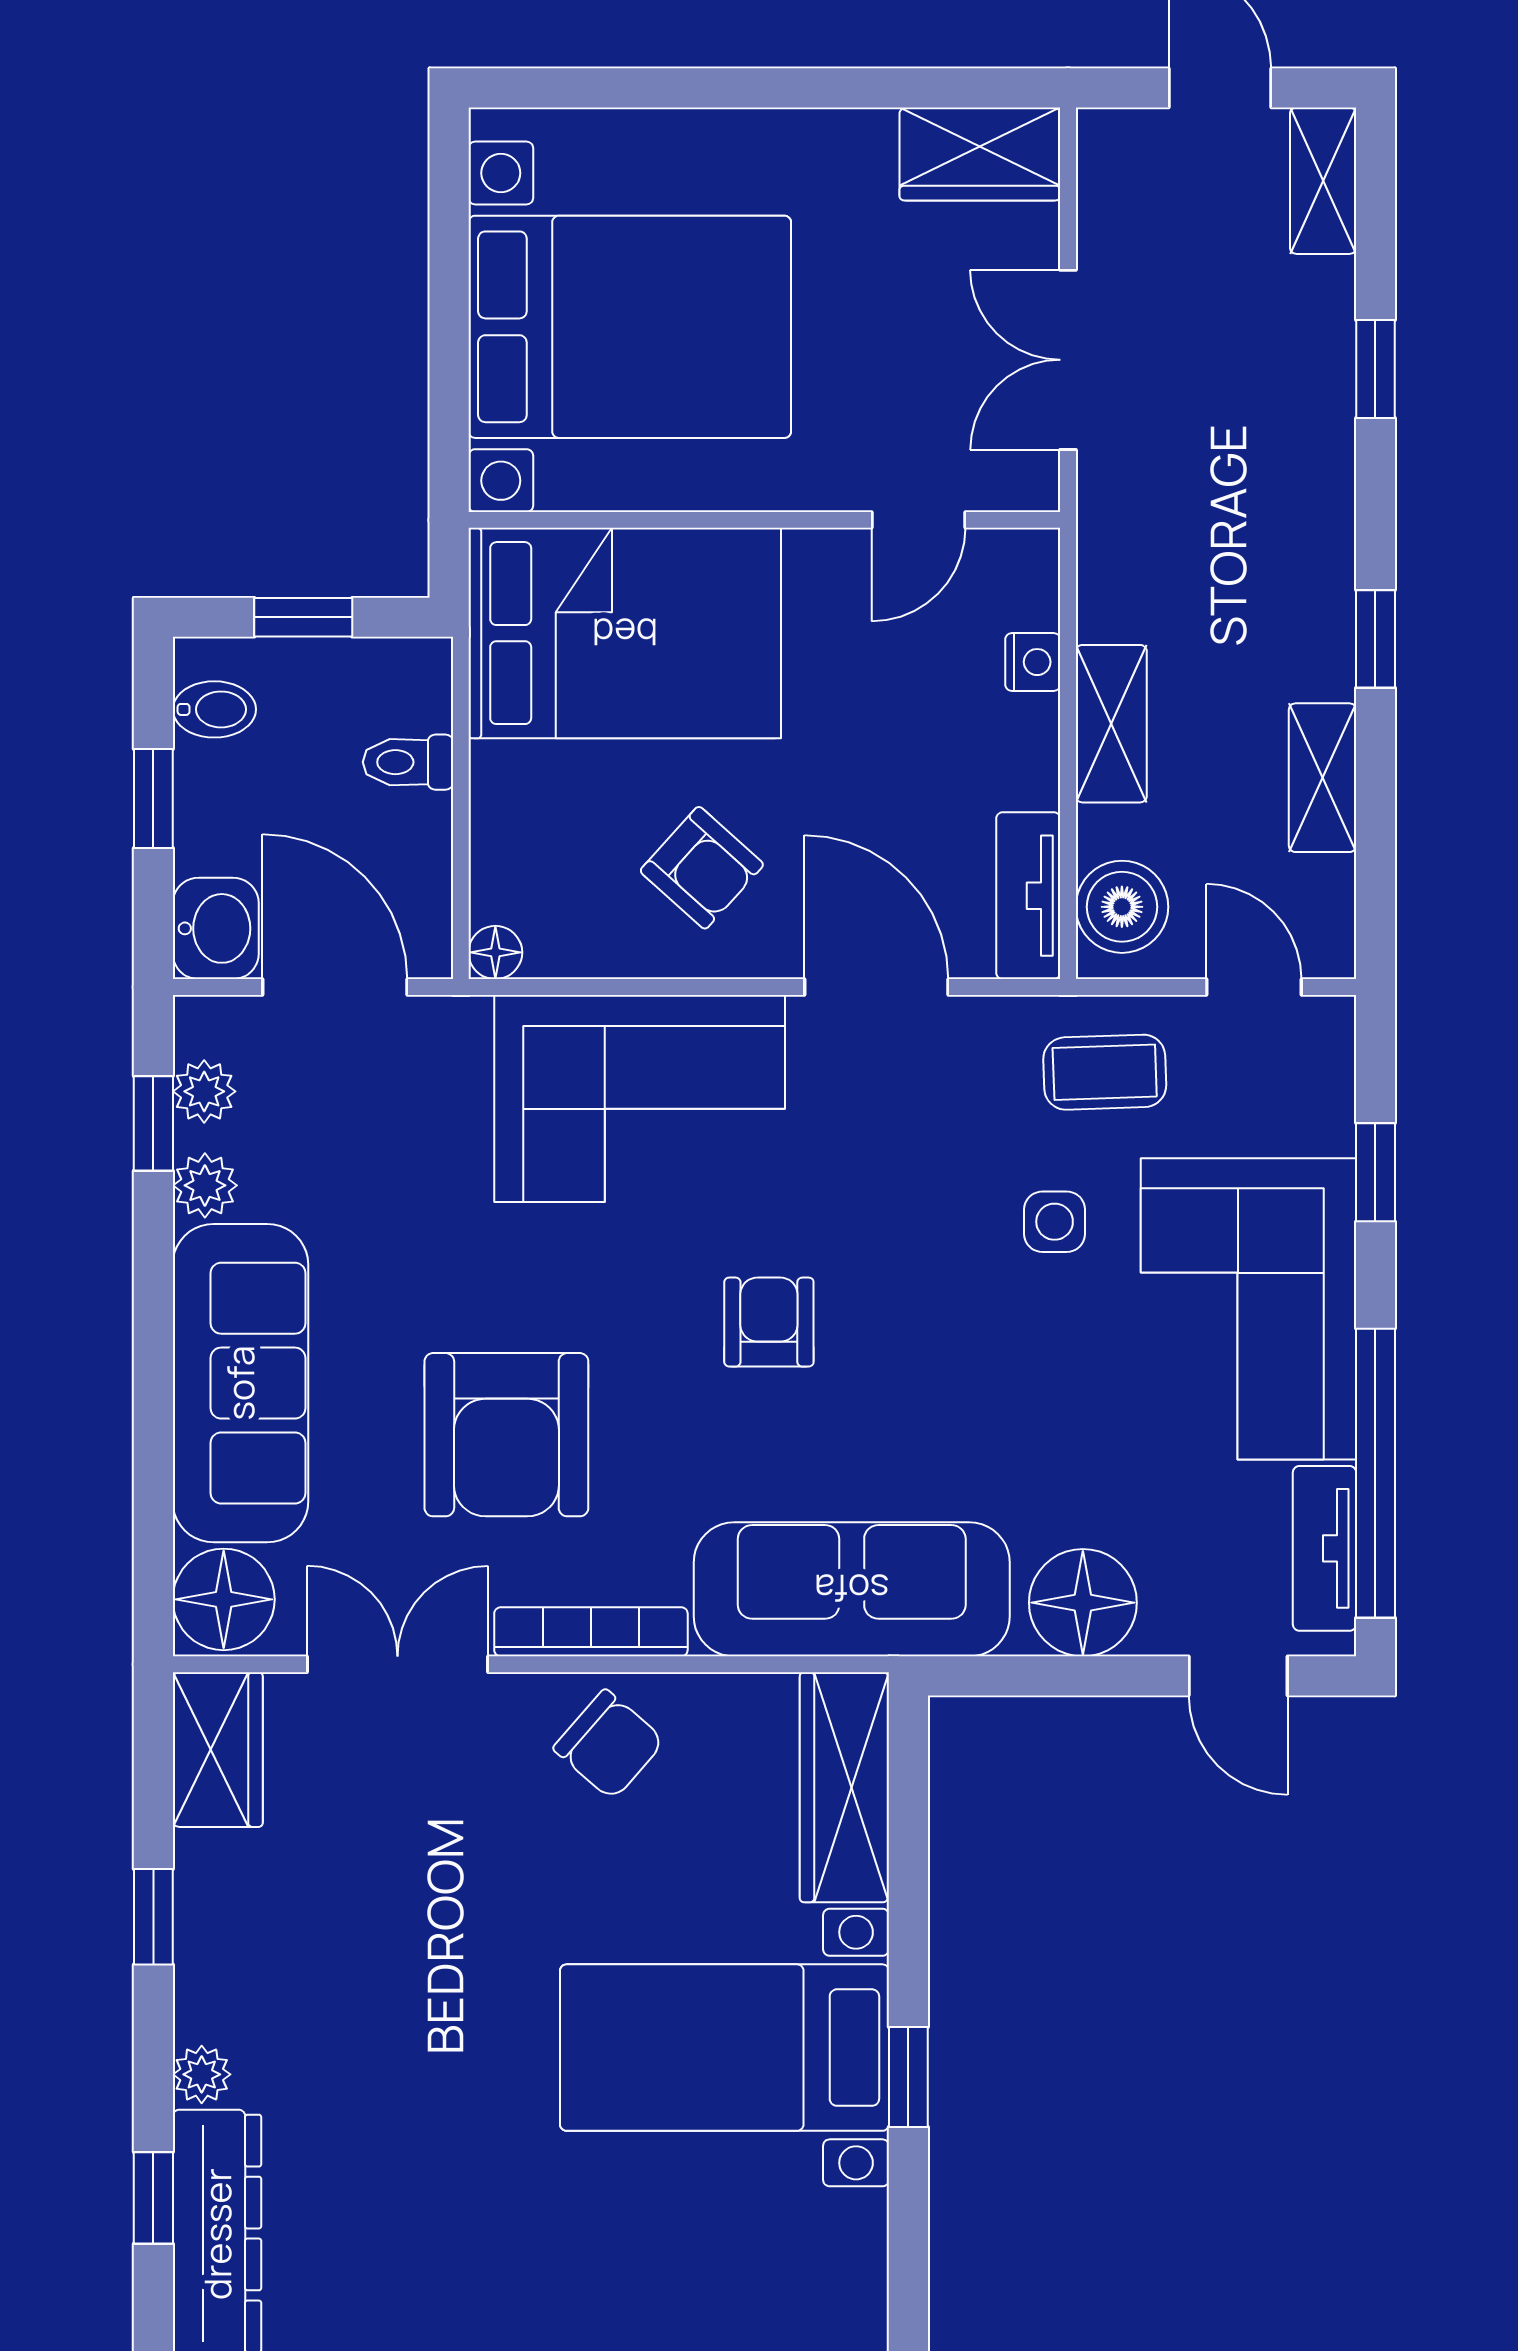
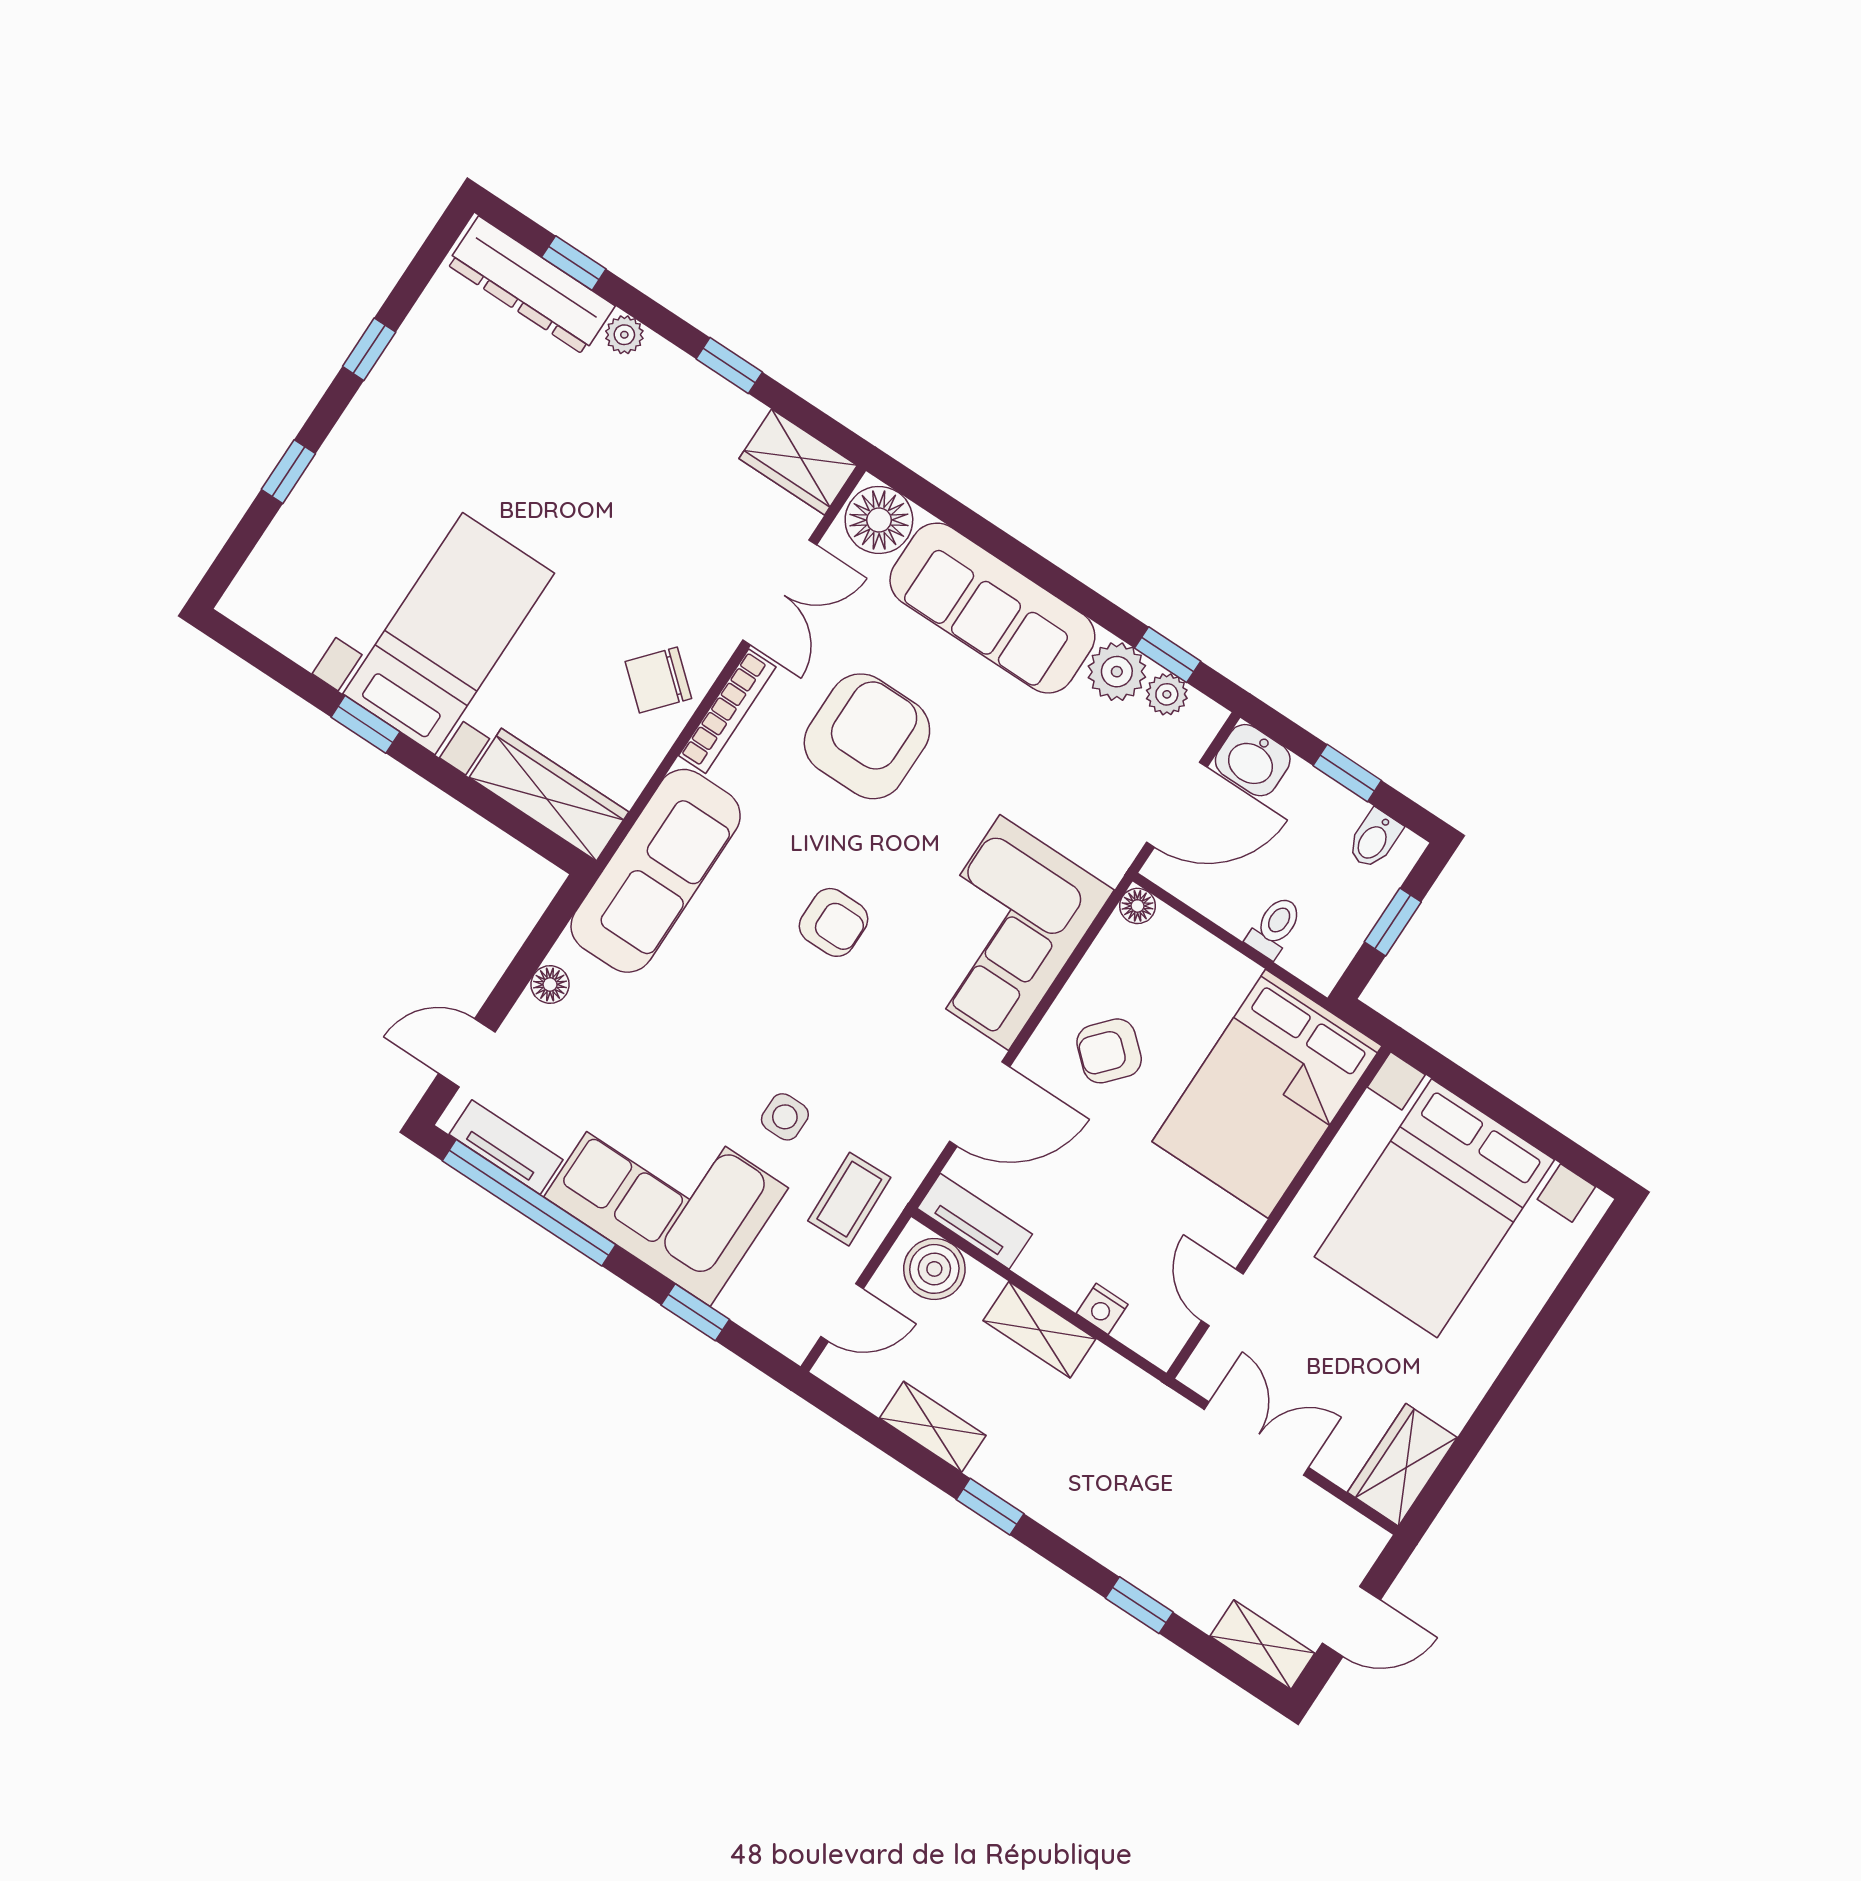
plant: (205, 1185) -> (1117, 672), width x1.38, depth x1.38
armchair: (506, 1435) -> (867, 736), turned 90
floor lamp: (1083, 1603) -> (550, 985), width x0.53, depth x0.53

